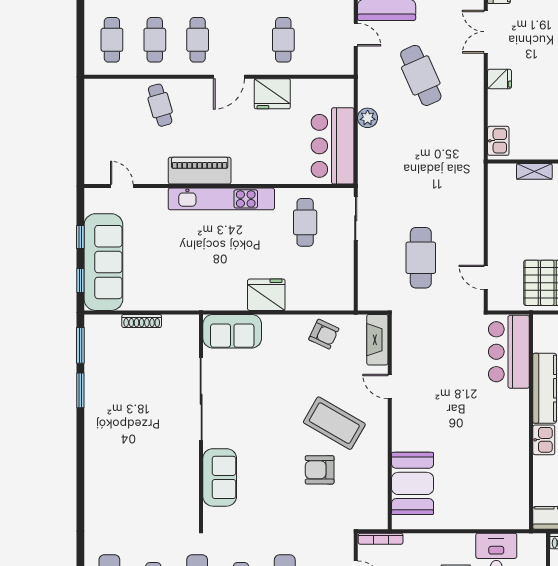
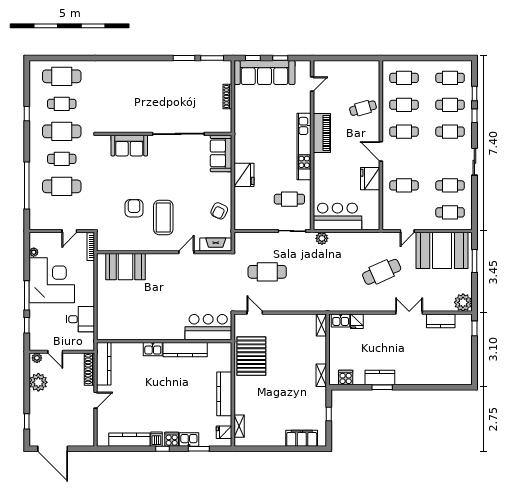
fridge: (500, 79) -> (357, 321), moved
plant: (368, 118) -> (322, 238), moved
shelving: (534, 171) -> (321, 325), moved
door: (486, 277) -> (255, 313), hinge flipped
coffee table: (334, 423) -> (163, 217), turned -30

